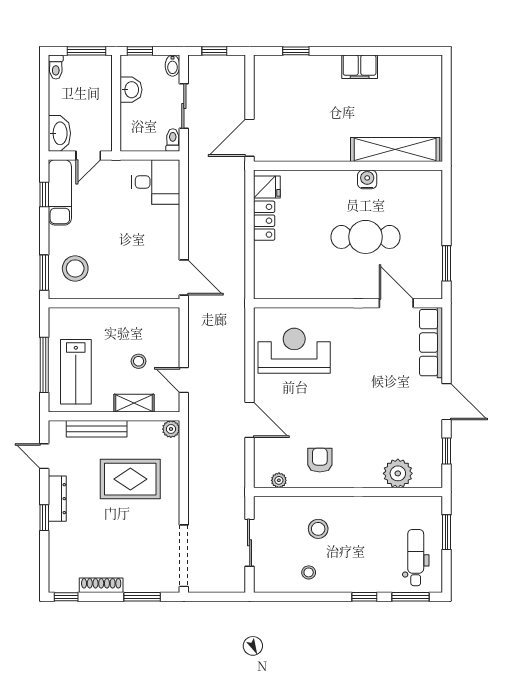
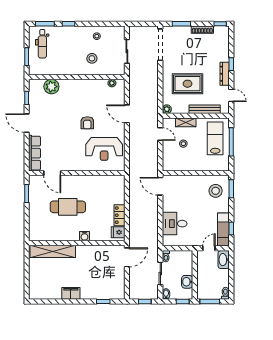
water cooler: (367, 179) -> (84, 236), moved
desk: (156, 182) -> (175, 224), moved
armchair: (320, 460) -> (87, 123), moved

